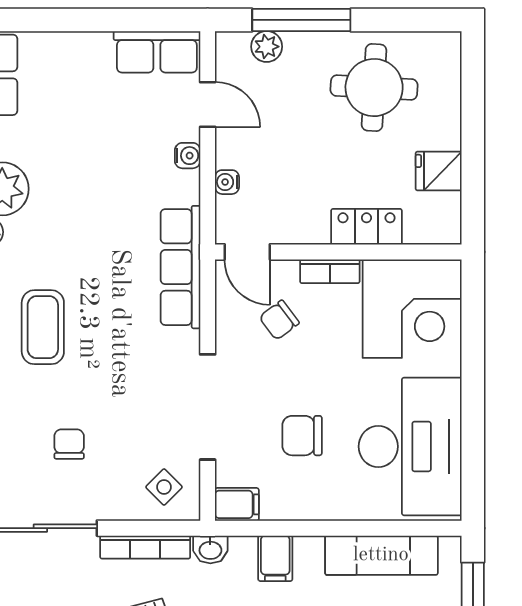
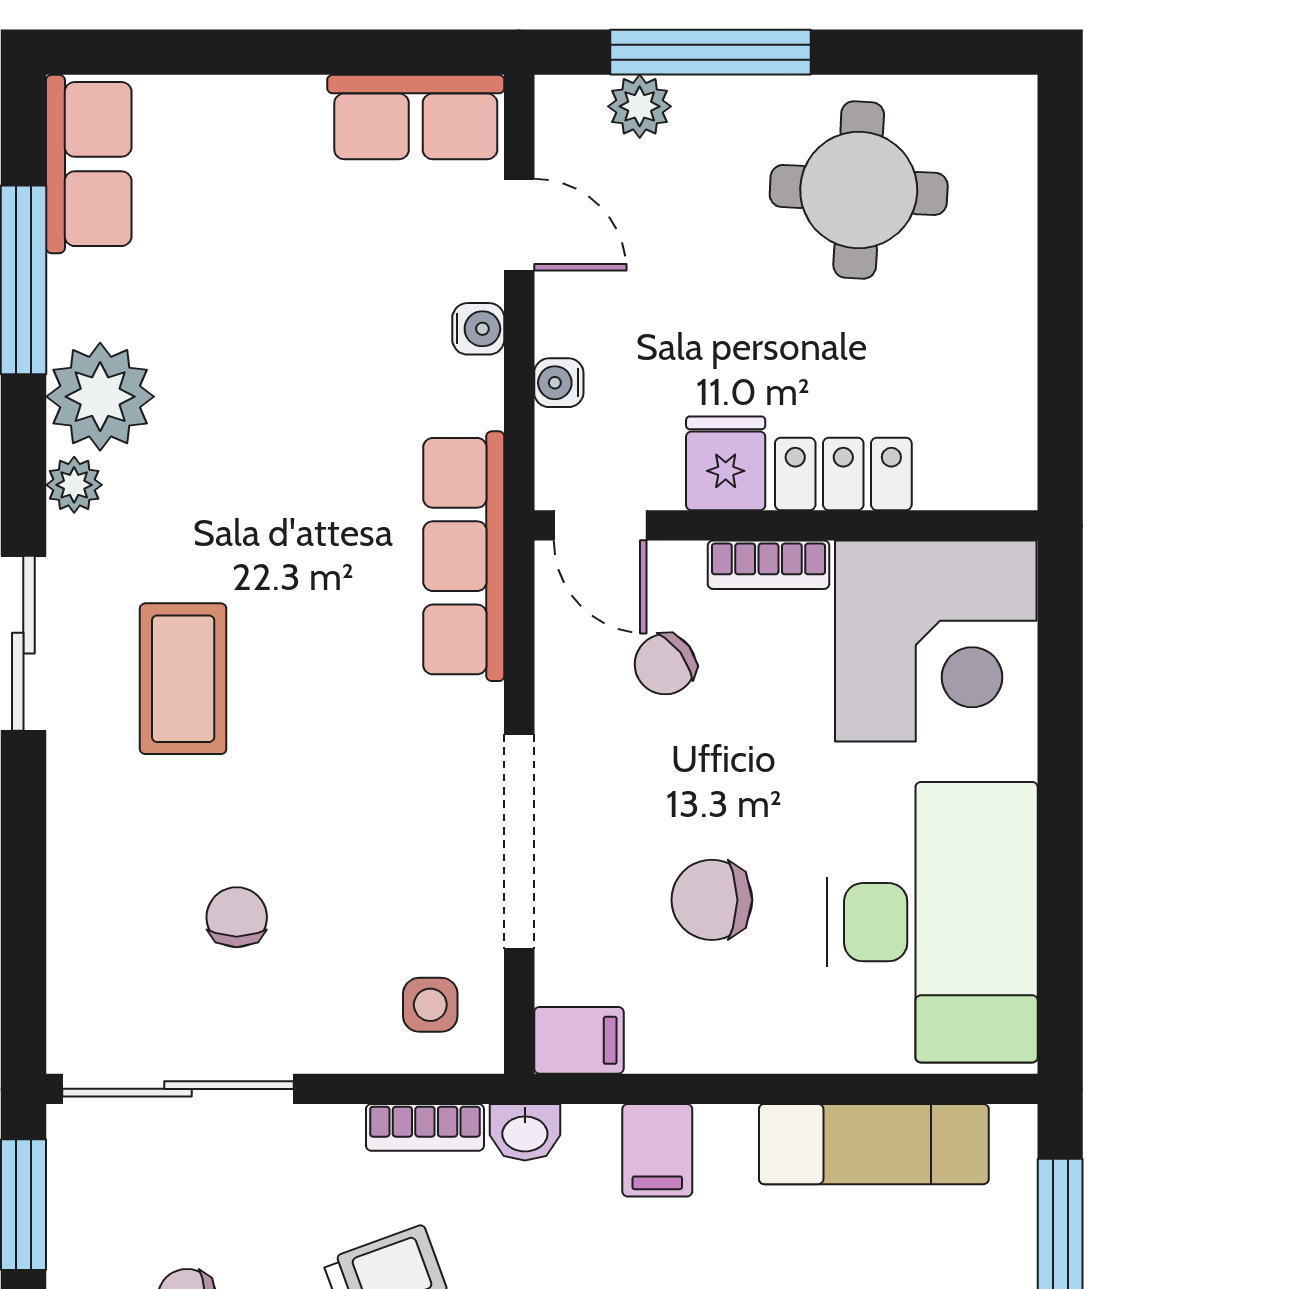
fridge: (439, 171) -> (726, 463), moved, turned 90
side table: (164, 487) -> (430, 1005), turned 45
bookcase: (145, 547) -> (425, 1127), width x0.64

